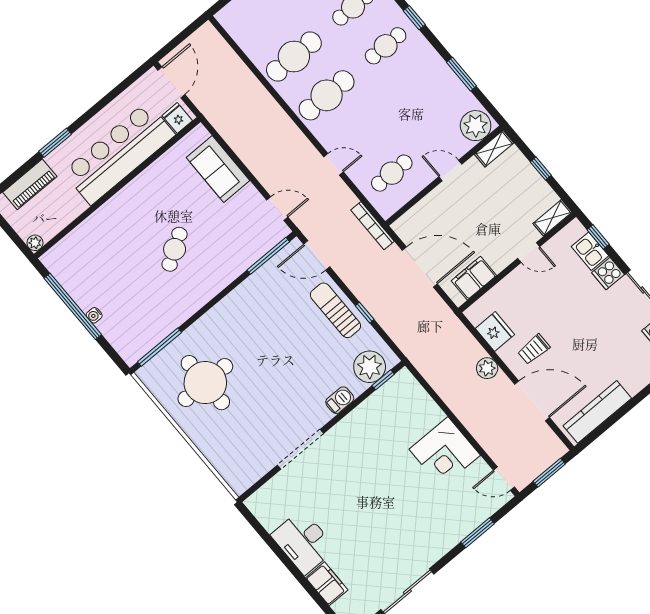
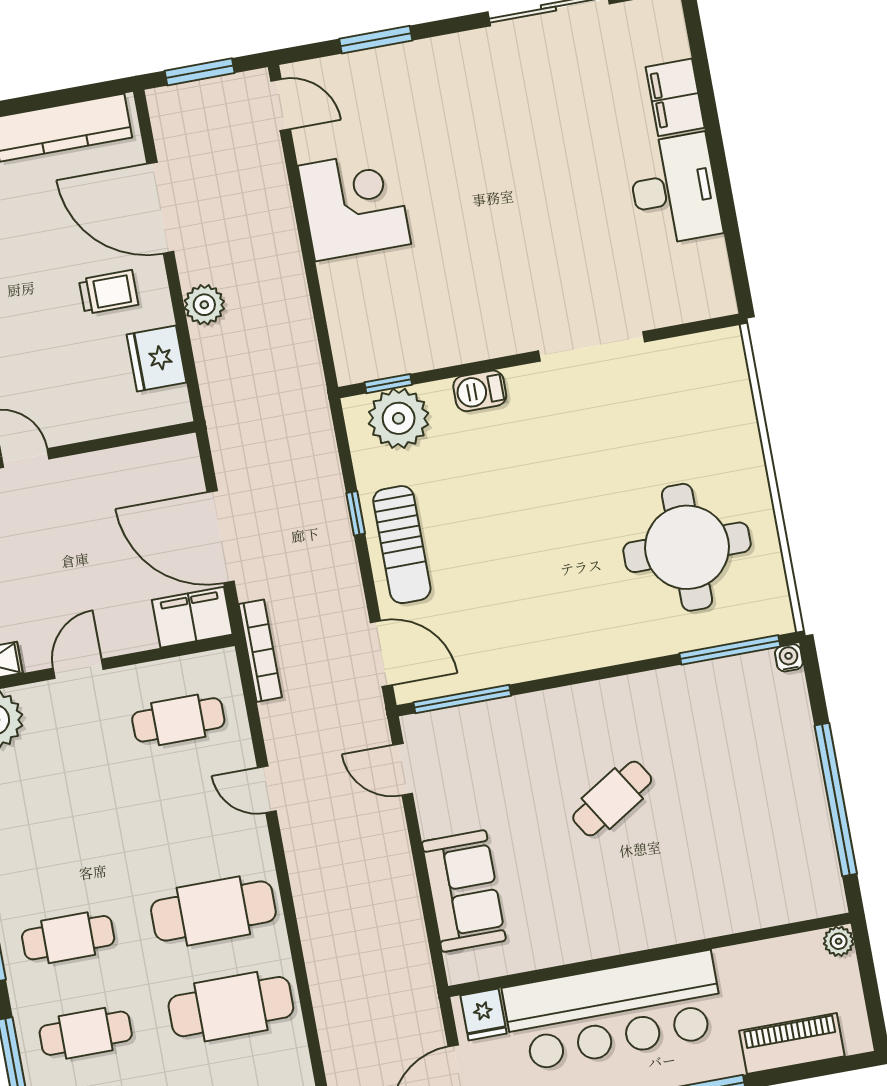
door: (450, 170) -> (78, 669), swing flipped
filing cabinet: (474, 278) -> (192, 617), moved, turned 180
water cooler: (94, 315) -> (789, 658), moved, turned -90

